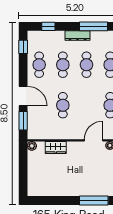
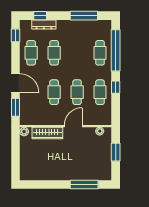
dresser: (78, 36) -> (44, 25), moved
cafe table: (86, 65) -> (77, 92), moved
door: (93, 140) -> (73, 126), moved
wardrobe: (56, 147) -> (47, 133), width x1.50

